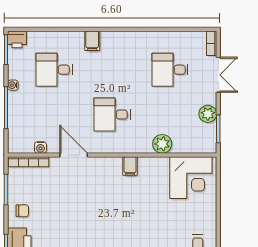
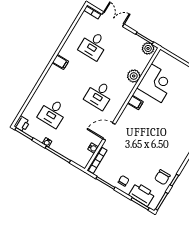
filing cabinet: (92, 41) -> (60, 62), moved
plant: (208, 114) -> (148, 48), moved
corner desk: (191, 178) -> (156, 83), moved

